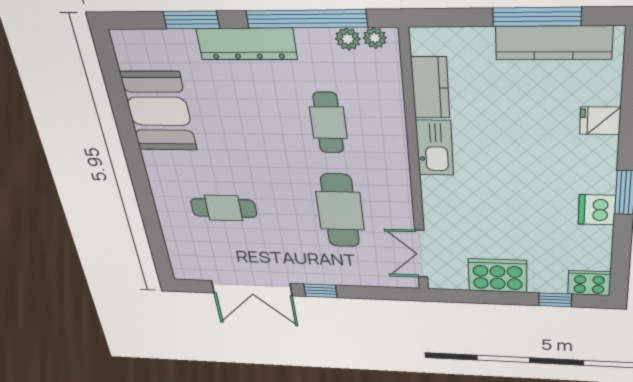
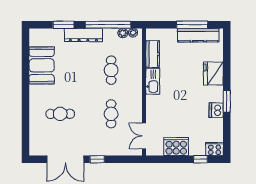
fridge: (600, 121) -> (213, 74), width x1.88, depth x1.34
cafe table: (340, 211) -> (111, 114), width x0.73, depth x0.74

